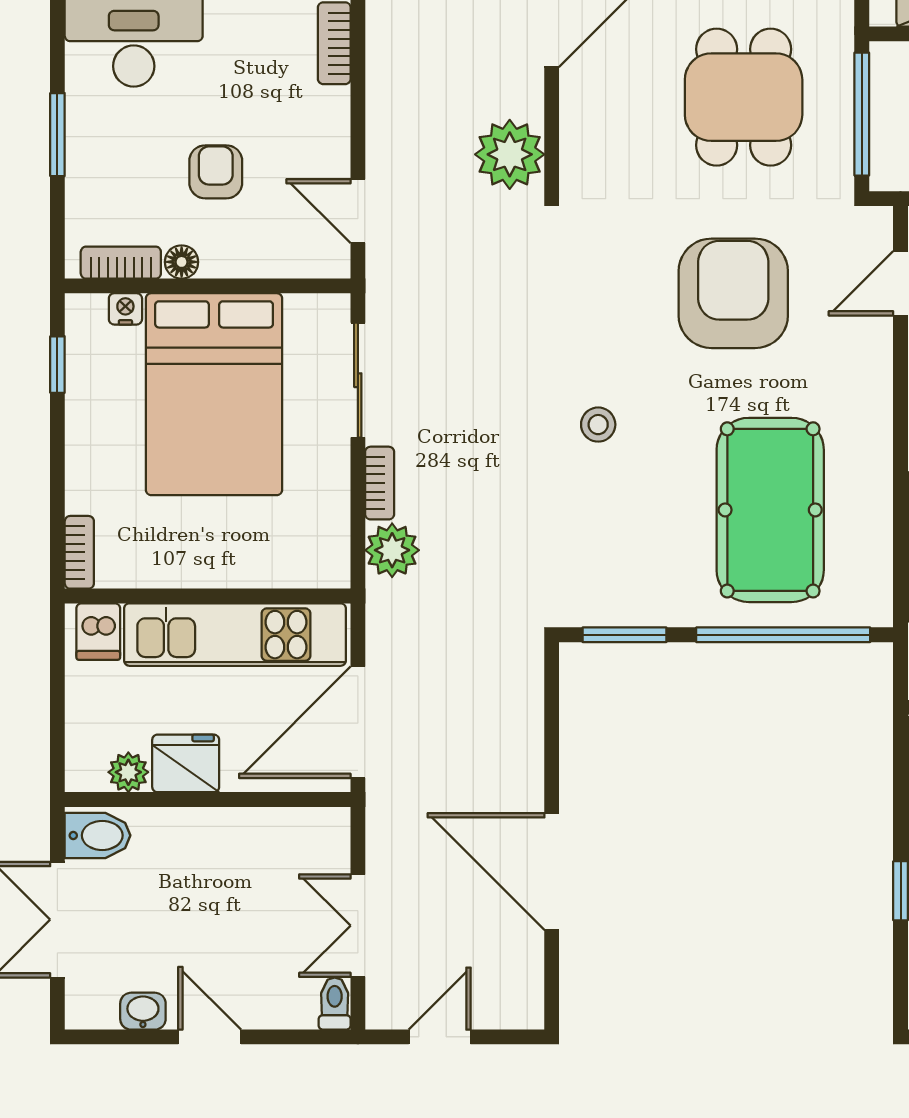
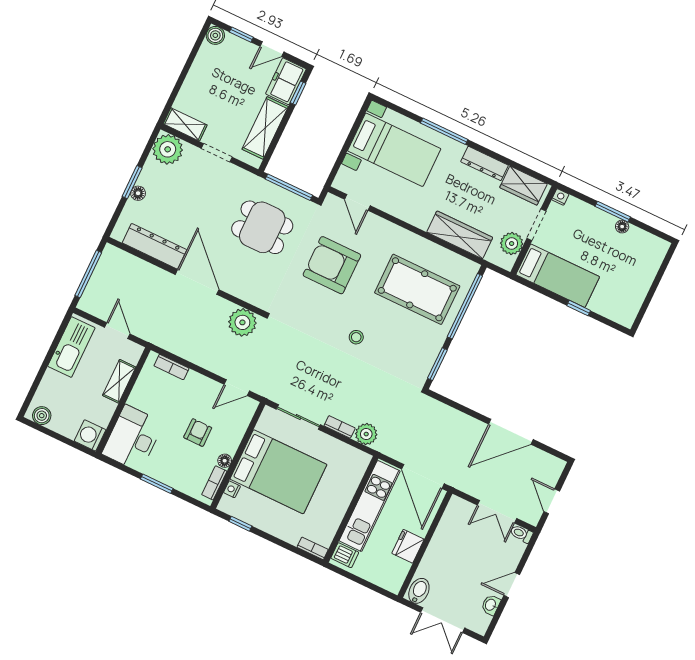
armchair: (216, 172) -> (198, 433), turned 90
plant: (128, 772) -> (401, 569), removed

